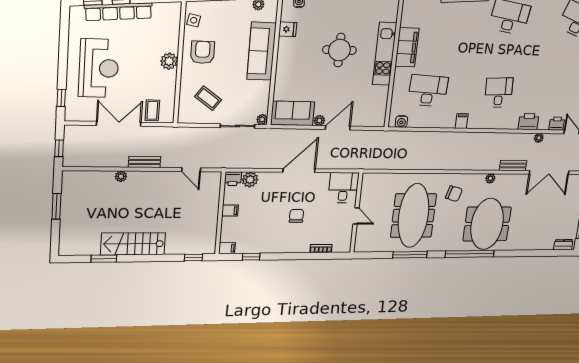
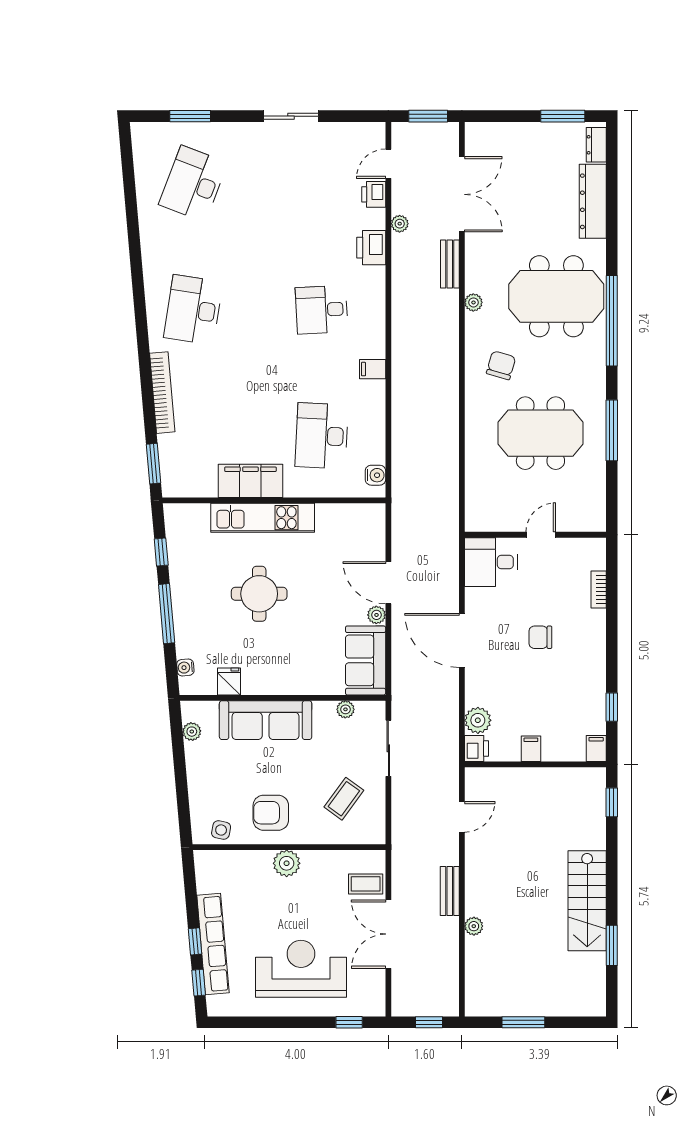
plant: (262, 119) -> (345, 709), moved
meeting table: (413, 216) -> (540, 433), width x0.73
dresser: (534, 243) -> (593, 201), added

